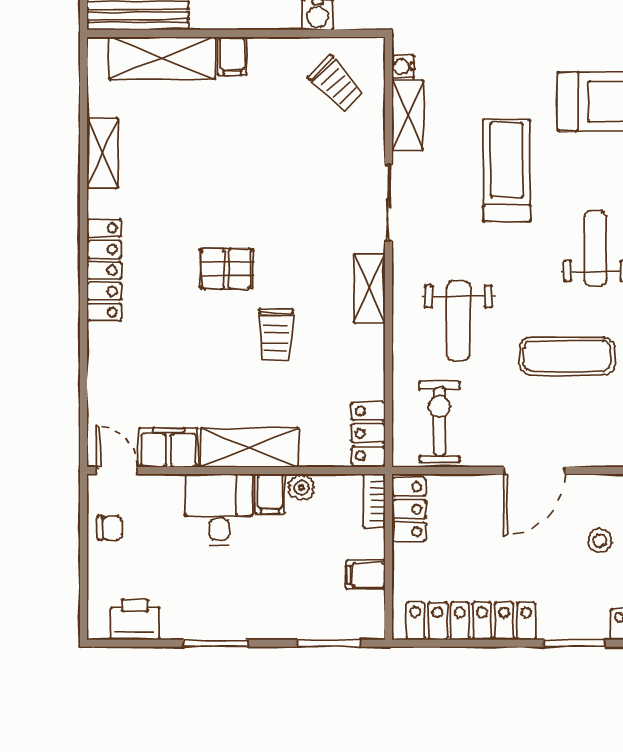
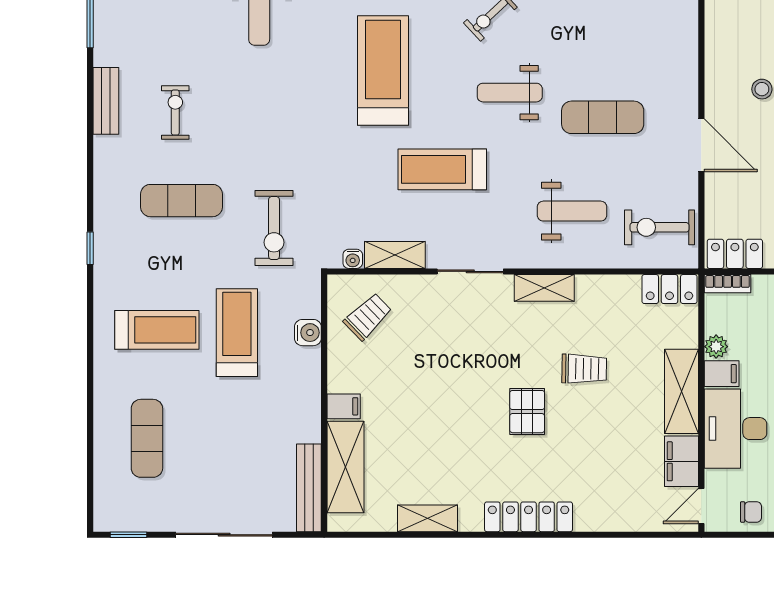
exercise mat: (567, 356) -> (603, 117), turned 90
desk: (219, 510) -> (735, 429), width x1.37
chair: (110, 528) -> (751, 512), turned 90

